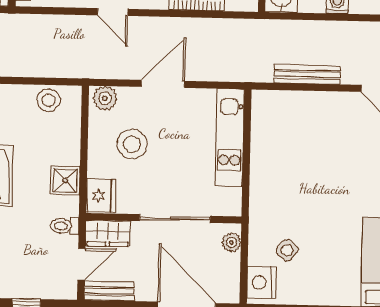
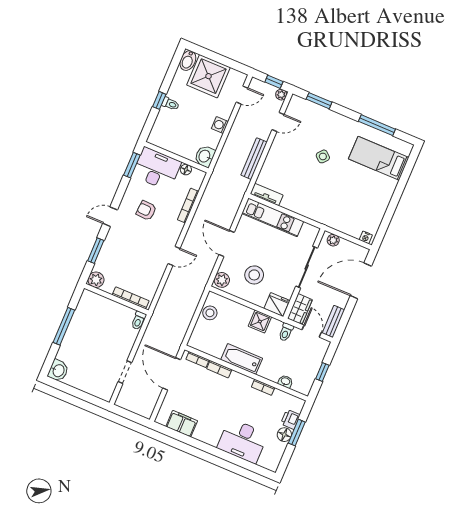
tv unit: (260, 115) -> (267, 194), added
side table: (287, 250) -> (323, 156), moved
nightstand: (261, 282) -> (366, 237), width x0.53, depth x0.56

